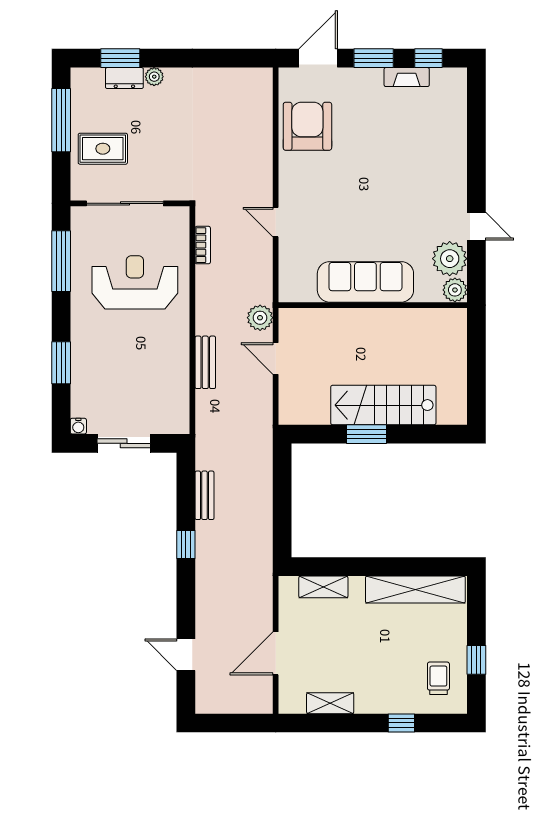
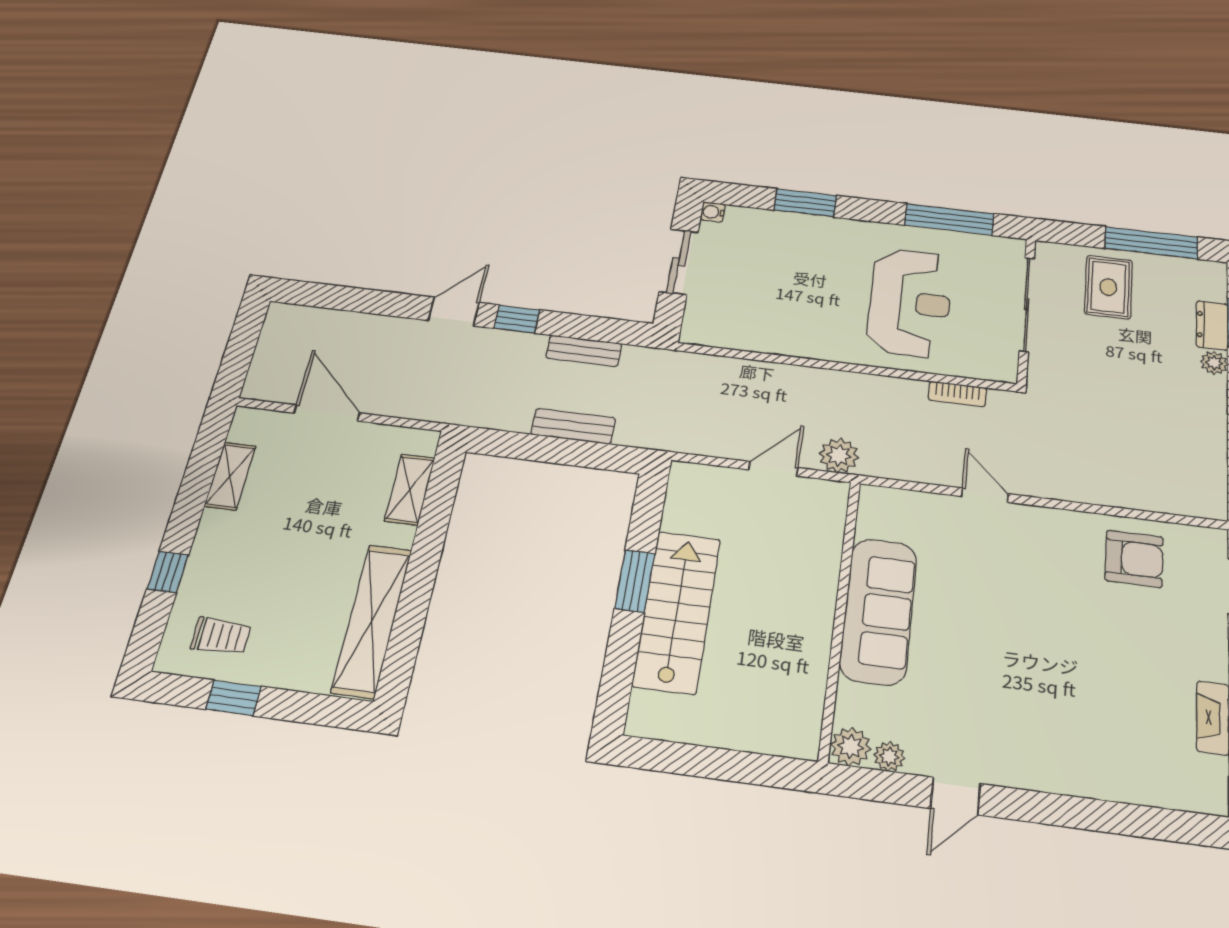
armchair: (307, 126) -> (1134, 559), width x0.73, depth x0.73
door: (276, 222) -> (985, 495), hinge flipped
plant: (450, 259) -> (889, 757), width x0.53, depth x0.53
bench: (205, 362) -> (573, 426), moved
door: (186, 655) -> (454, 311), moved

